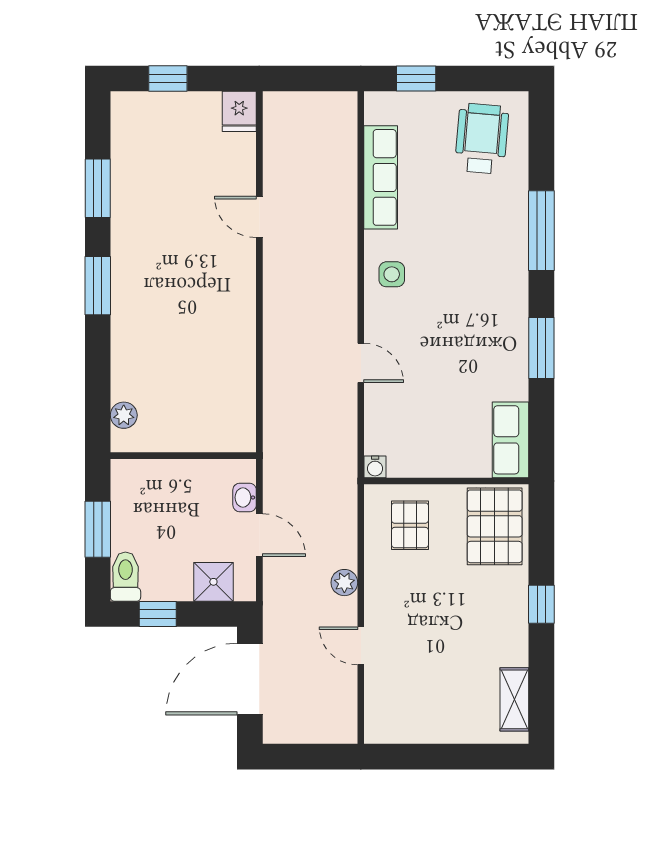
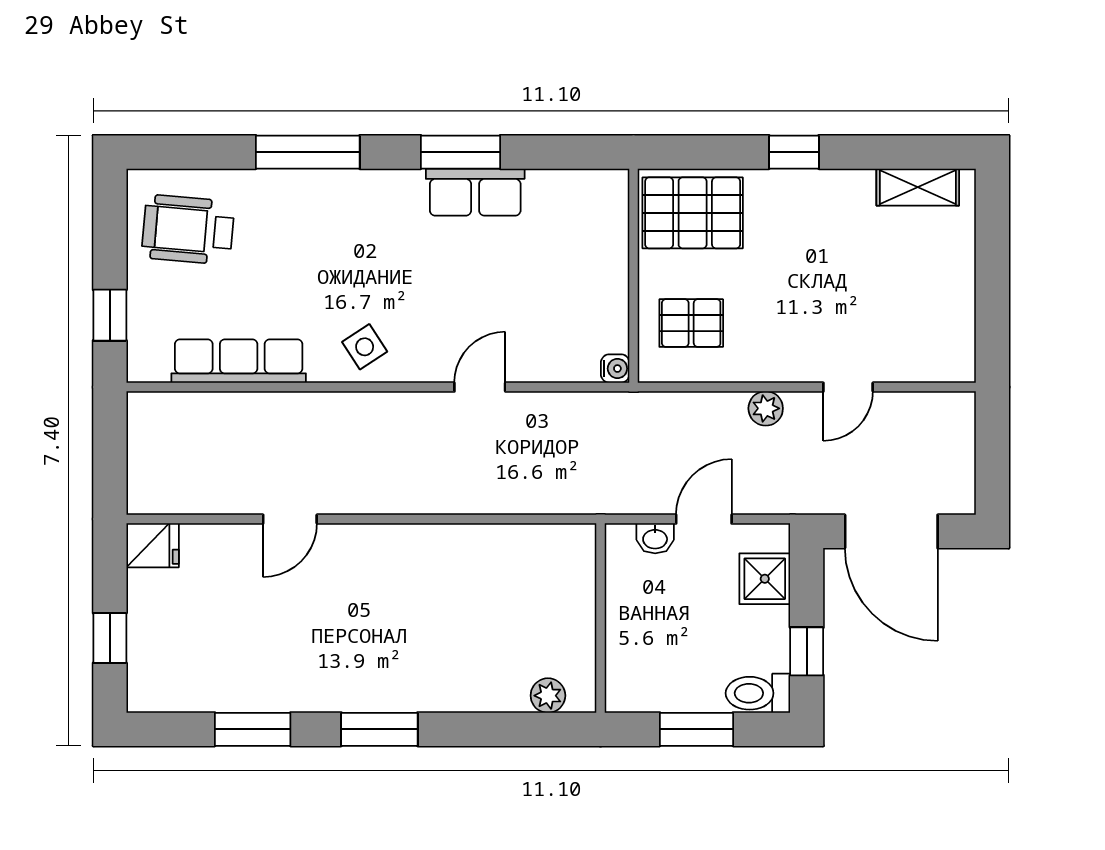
side table: (392, 274) -> (365, 347), turned -33
row of seats: (511, 440) -> (475, 192), moved

